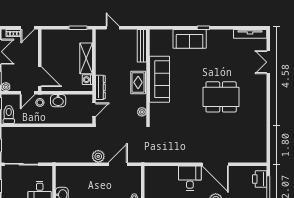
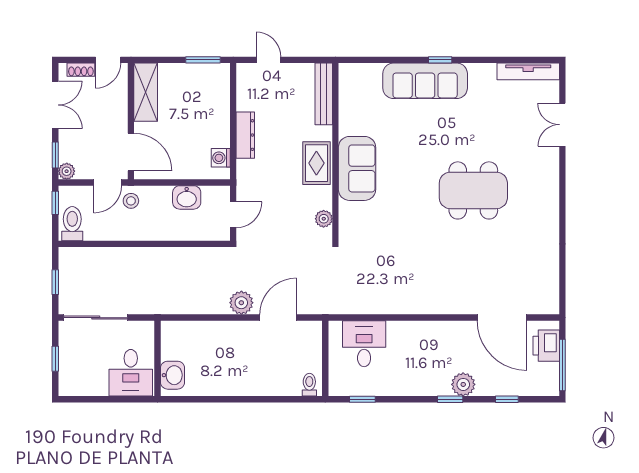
sofa: (190, 39) -> (425, 81), width x1.36
shelving: (86, 58) -> (146, 92), moved
sofa: (159, 79) -> (357, 168), width x0.73
dresser: (100, 87) -> (245, 135), moved
washbasin: (58, 101) -> (187, 197), moved
door: (215, 164) -> (502, 318), moved
desk: (190, 178) -> (364, 344), moved

